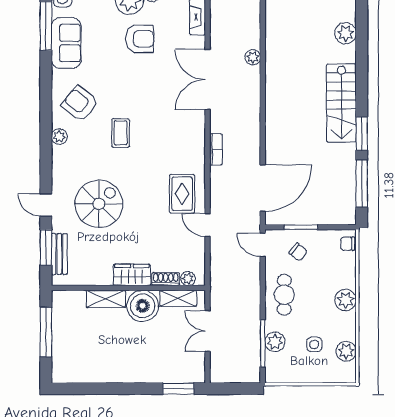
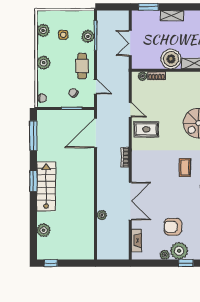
window: (362, 134) -> (33, 181), moved
rug: (182, 194) -> (146, 129), turned 90
door: (263, 245) -> (96, 87), moved
wardrobe: (132, 275) -> (178, 78), removed
shelving: (178, 298) -> (172, 16), moved
double door: (208, 331) -> (130, 43), swing flipped

